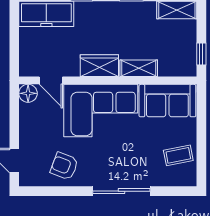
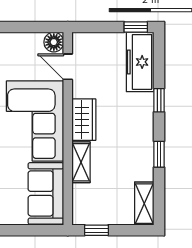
window: (14, 18) -> (136, 27), added
door: (51, 80) -> (68, 67), hinge flipped

